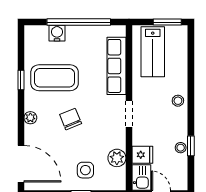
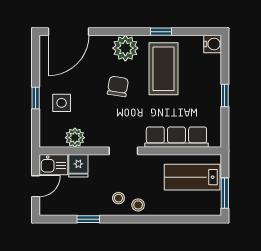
window: (79, 22) -> (225, 96), width x0.32
water cooler: (57, 33) -> (213, 44), moved
plant: (30, 118) -> (125, 48), width x1.88, depth x1.88
chair: (71, 119) -> (118, 86), turned -59
stool: (181, 148) -> (118, 198), moved

